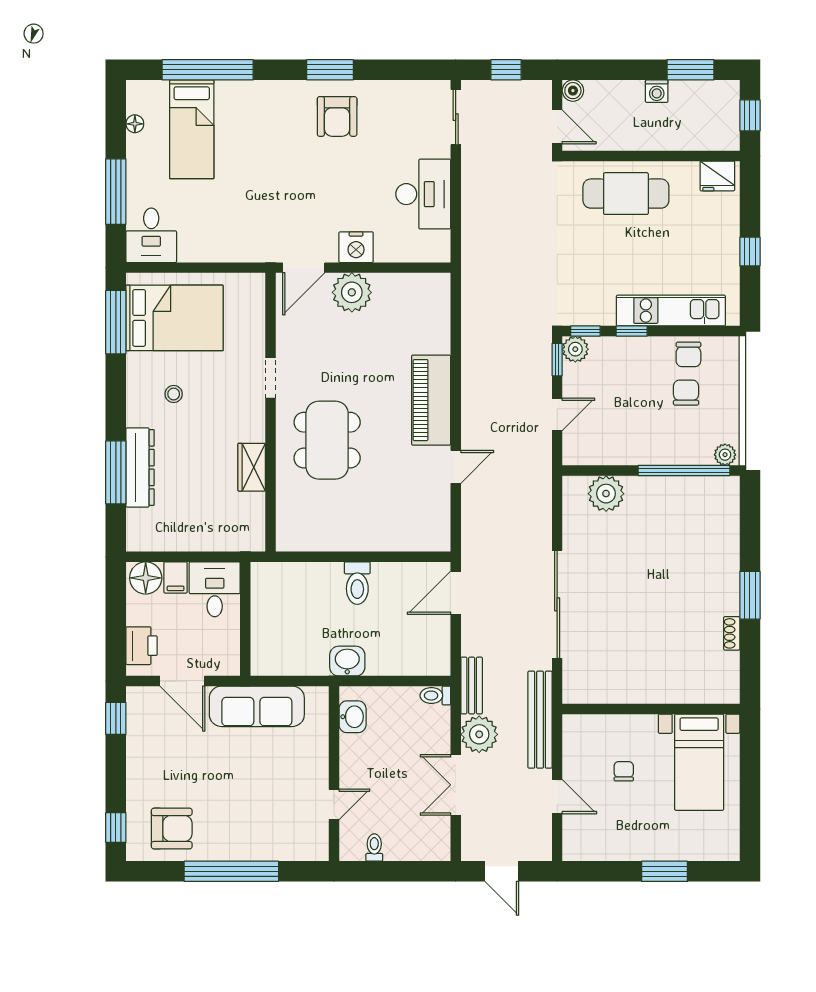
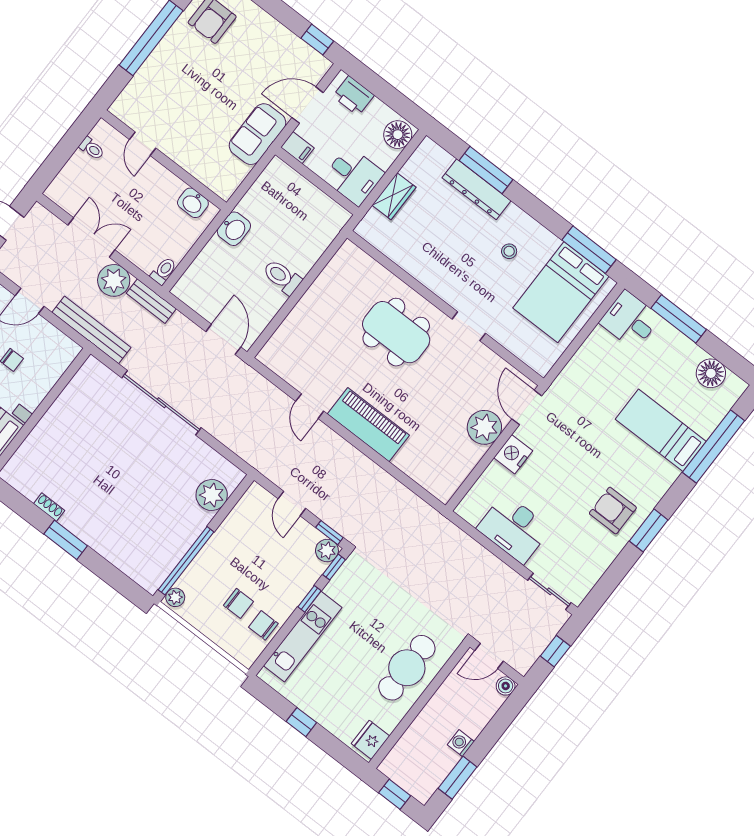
floor lamp: (135, 124) -> (711, 373), width x1.89, depth x1.89
bed: (192, 129) -> (661, 430), moved
wardrobe: (252, 467) -> (394, 196), moved, turned 90
filing cabinet: (176, 577) -> (297, 148), moved, turned 180
sofa: (257, 706) -> (257, 134), width x0.73

